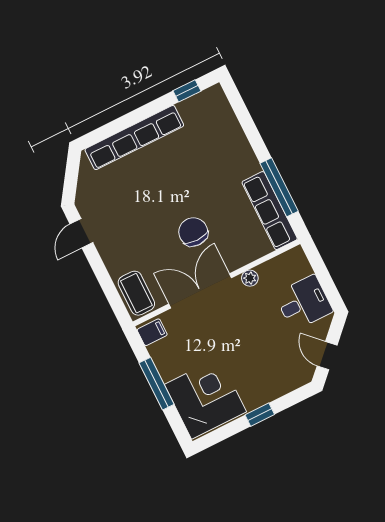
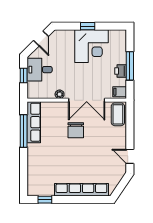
door: (81, 233) -> (130, 156), swing flipped
window: (325, 280) -> (24, 76), added
printer: (168, 367) -> (121, 71), added
corner desk: (205, 398) -> (91, 46), moved, turned -90

